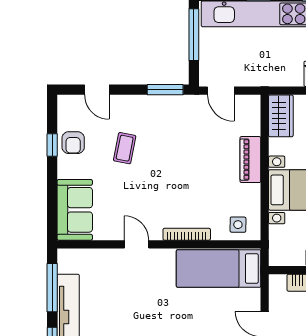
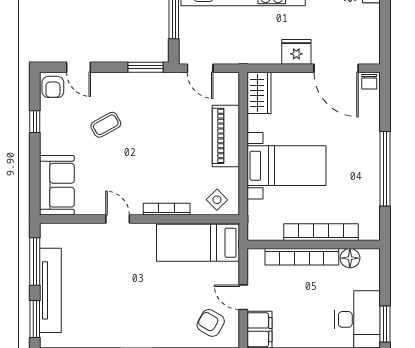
armchair: (73, 143) -> (53, 87), moved
coffee table: (125, 148) -> (106, 125), turned 50
piano: (250, 160) -> (226, 136), width x1.37, depth x1.33
side table: (238, 225) -> (217, 200), turned 45

